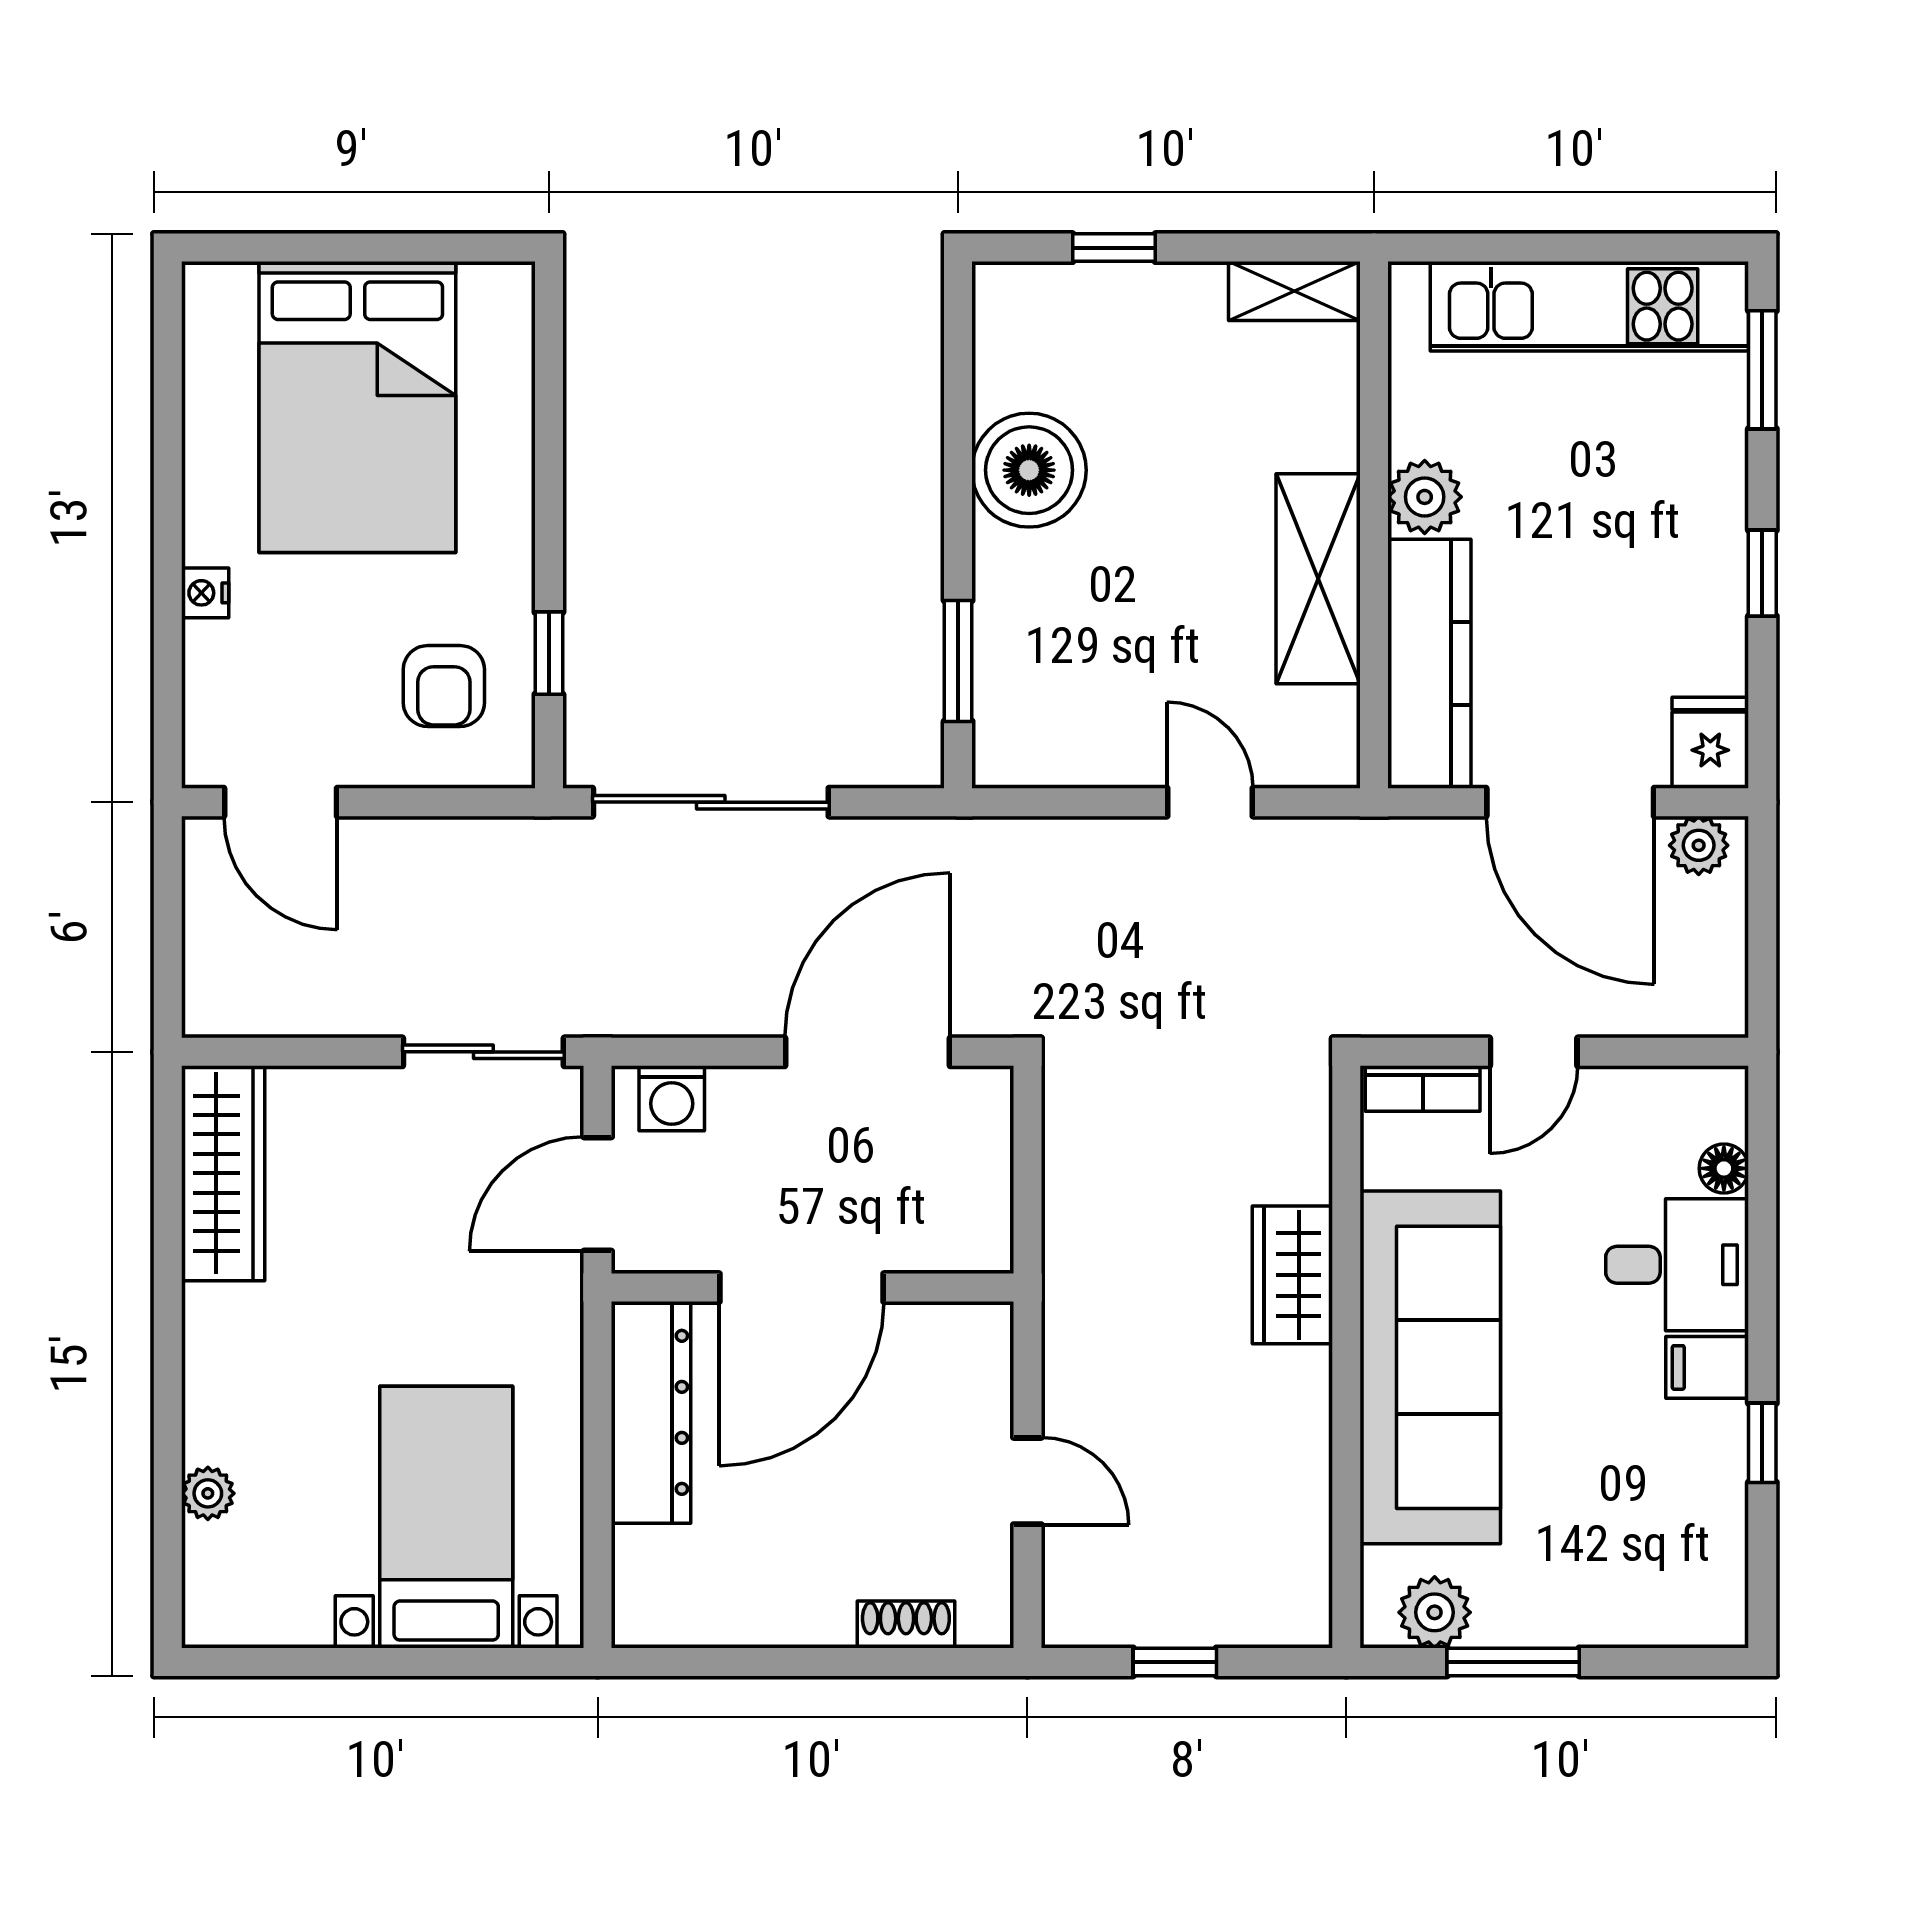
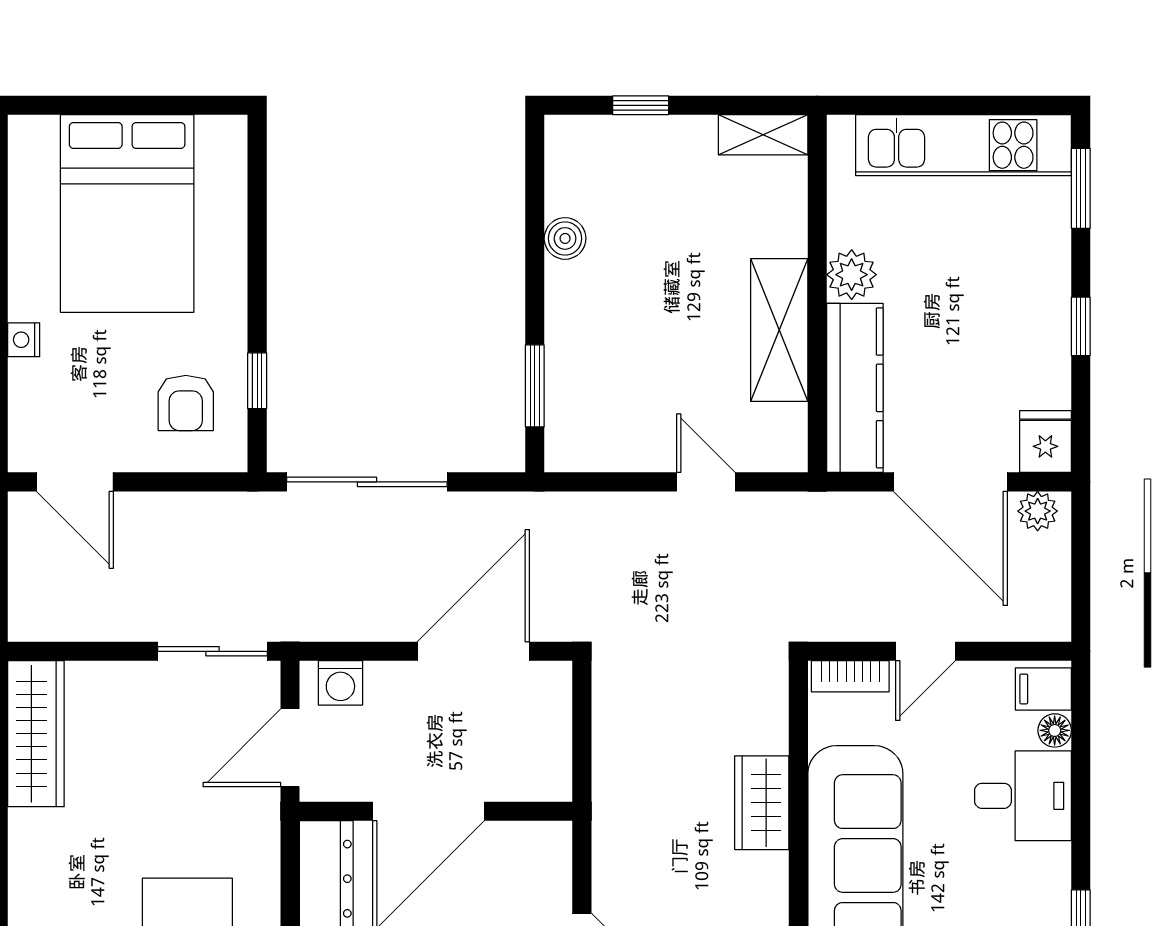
boiler: (1029, 470) -> (565, 238), width x0.54, depth x0.54
filing cabinet: (1707, 1367) -> (1043, 689), moved

